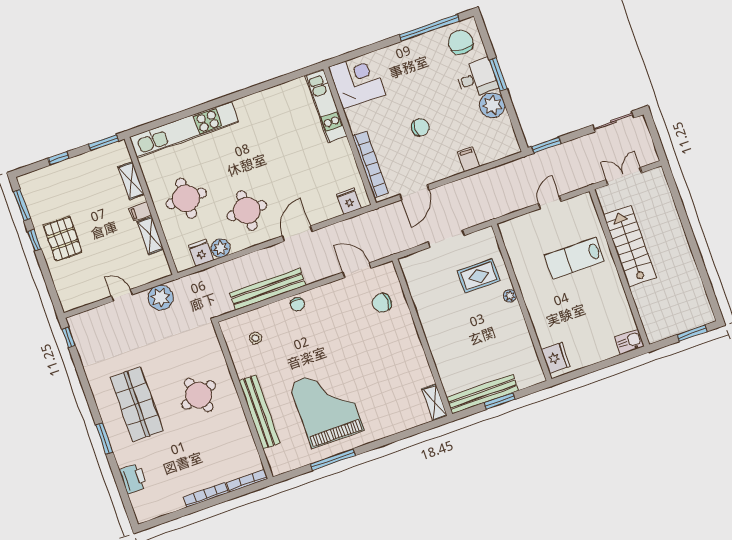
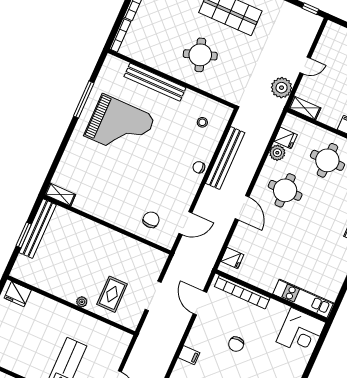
shelving: (150, 236) -> (305, 108), moved

